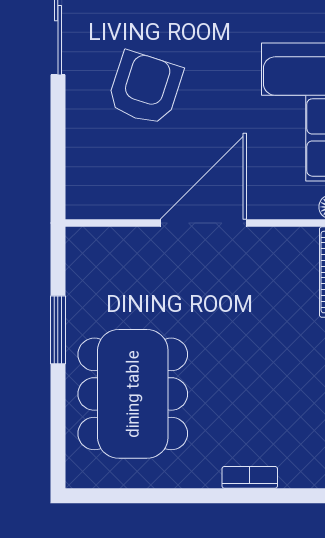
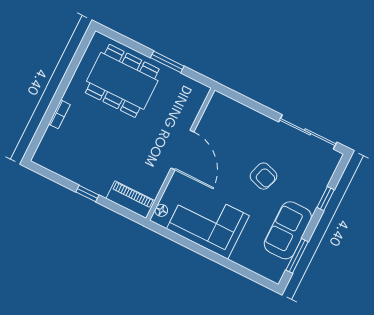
armchair: (145, 88) -> (264, 176), moved, width x0.72, depth x0.72

